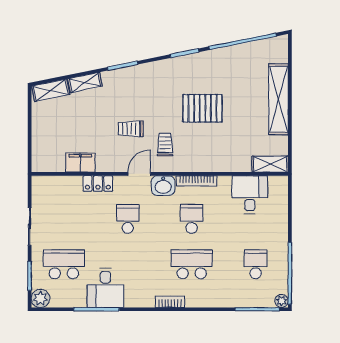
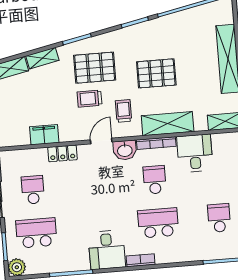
pallet: (139, 97) -> (95, 68), added
shelving: (210, 162) -> (168, 124), added
desk: (250, 195) -> (195, 153), moved
school desk: (128, 219) -> (33, 190), moved
desk: (105, 288) -> (107, 250), moved

